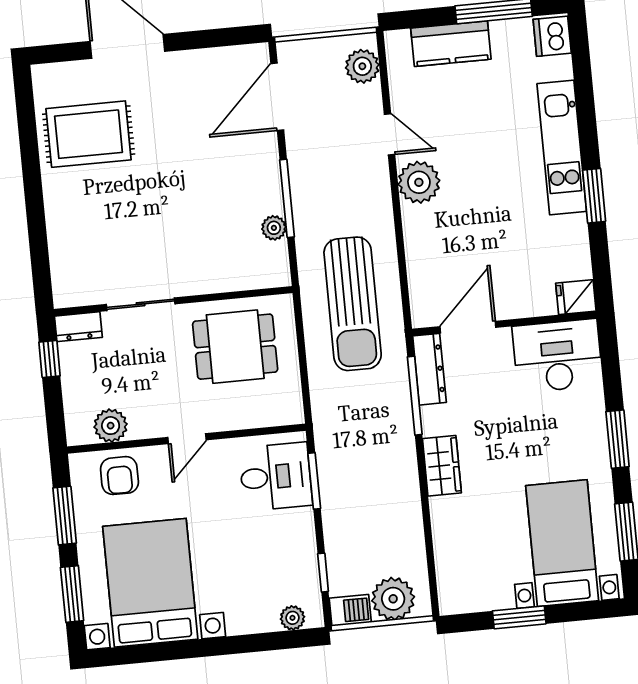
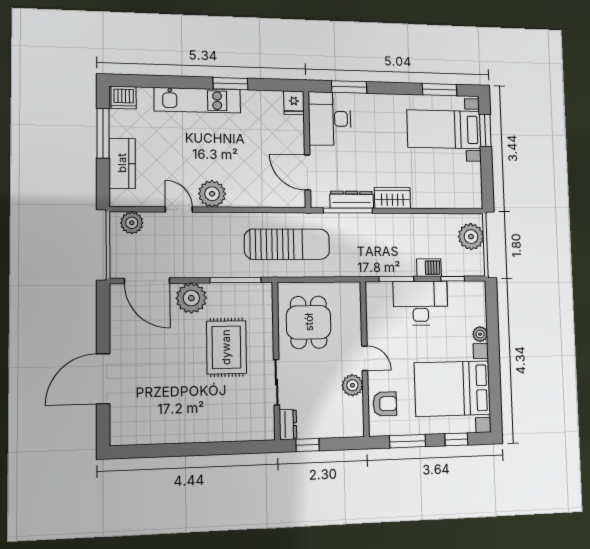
rug: (89, 134) -> (226, 347), moved
door: (390, 134) -> (179, 210), hinge flipped
window: (287, 198) -> (236, 280), moved
plant: (274, 228) -> (191, 298), moved, width x1.88, depth x1.88
dresser: (429, 369) -> (352, 200), moved
plant: (111, 426) -> (352, 385), moved
window: (618, 439) -> (349, 87), moved
desk: (276, 477) -> (421, 303), moved, width x1.37
window: (72, 594) -> (456, 439), width x0.67
barbecue: (350, 610) -> (429, 268), moved, turned 90
window: (519, 617) -> (485, 130), moved
plant: (292, 618) -> (480, 334), moved

